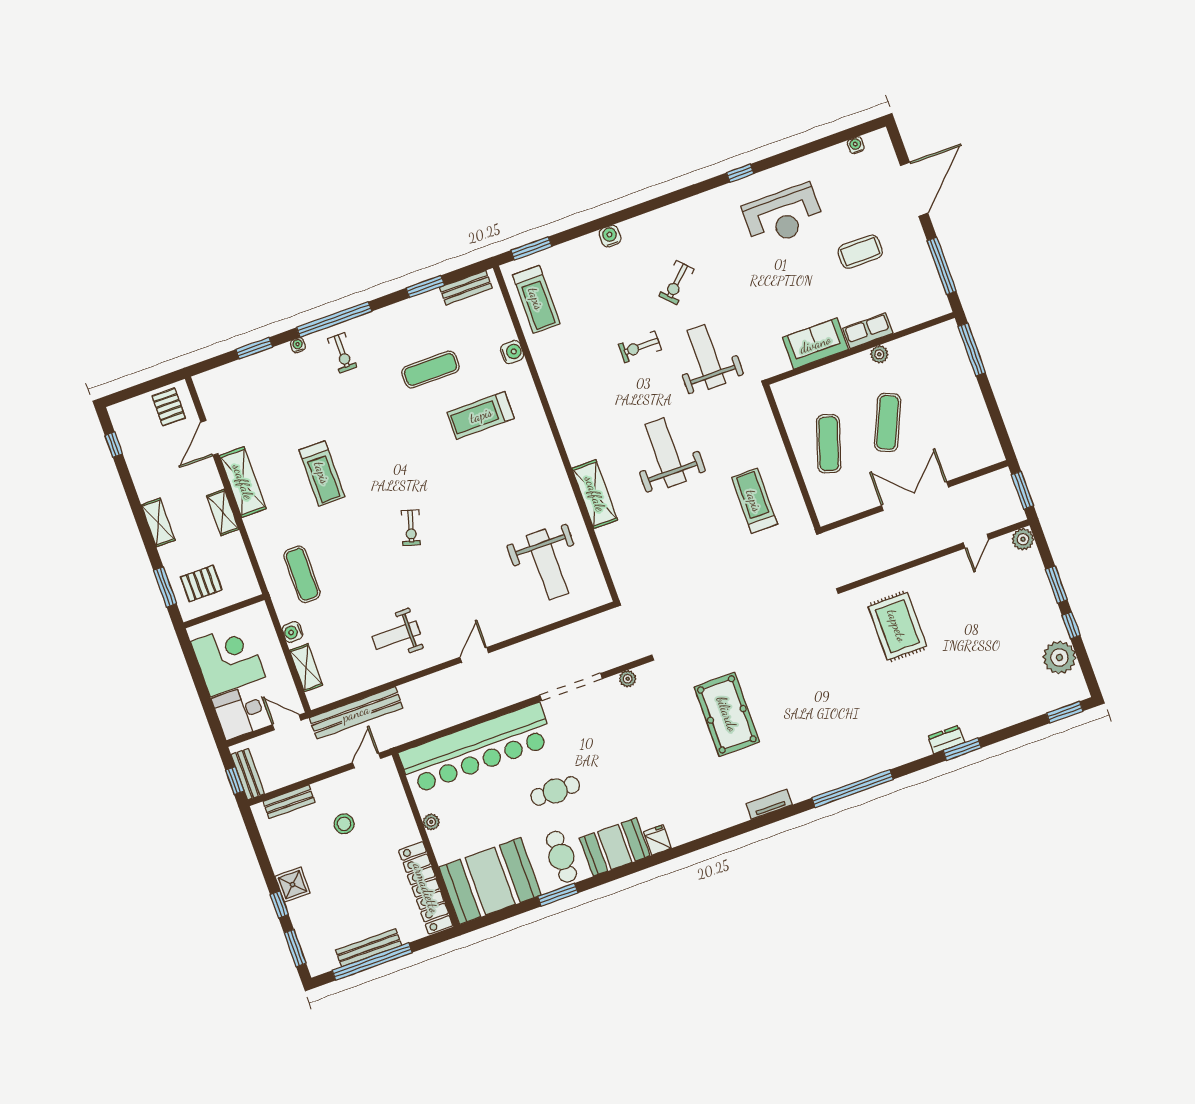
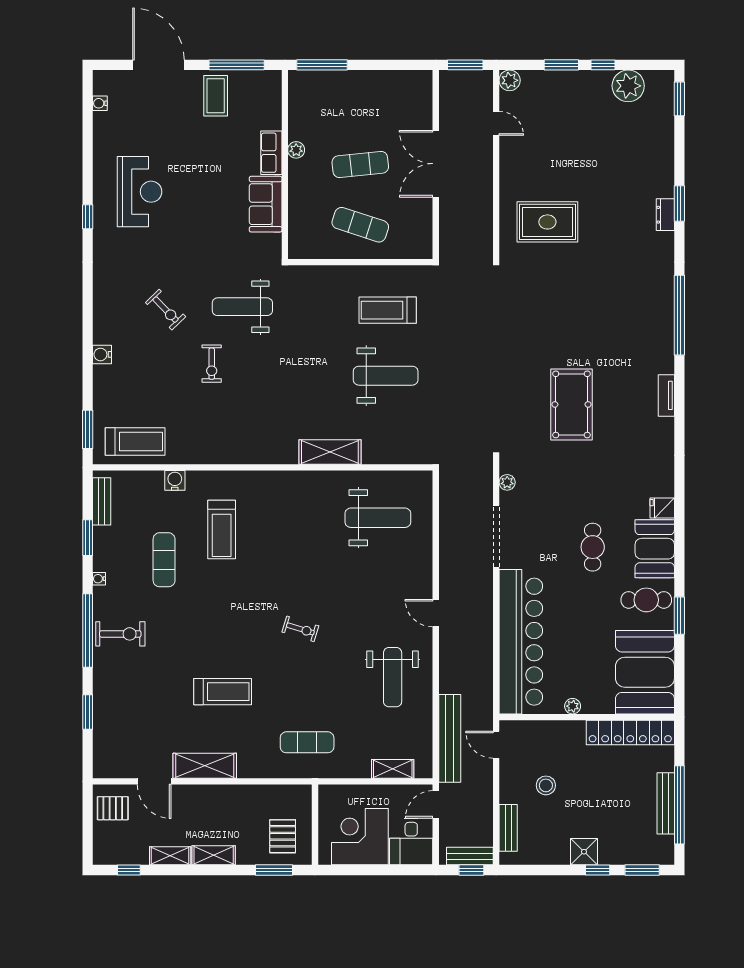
coffee table: (860, 252) -> (216, 96), moved
water cooler: (298, 345) -> (99, 579), moved
exercise bike: (342, 353) -> (120, 634), width x1.38, depth x1.39
exercise mat: (888, 422) -> (360, 165), turned -30
weight bench: (666, 453) -> (386, 376), moved, turned 180
shelving: (223, 512) -> (170, 856), moved
water cooler: (292, 632) -> (356, 770), removed
weight bench: (396, 635) -> (393, 677), width x1.36, depth x1.33
pool table: (727, 714) -> (571, 404), turned 90
cafe table: (555, 791) -> (593, 547), moved

